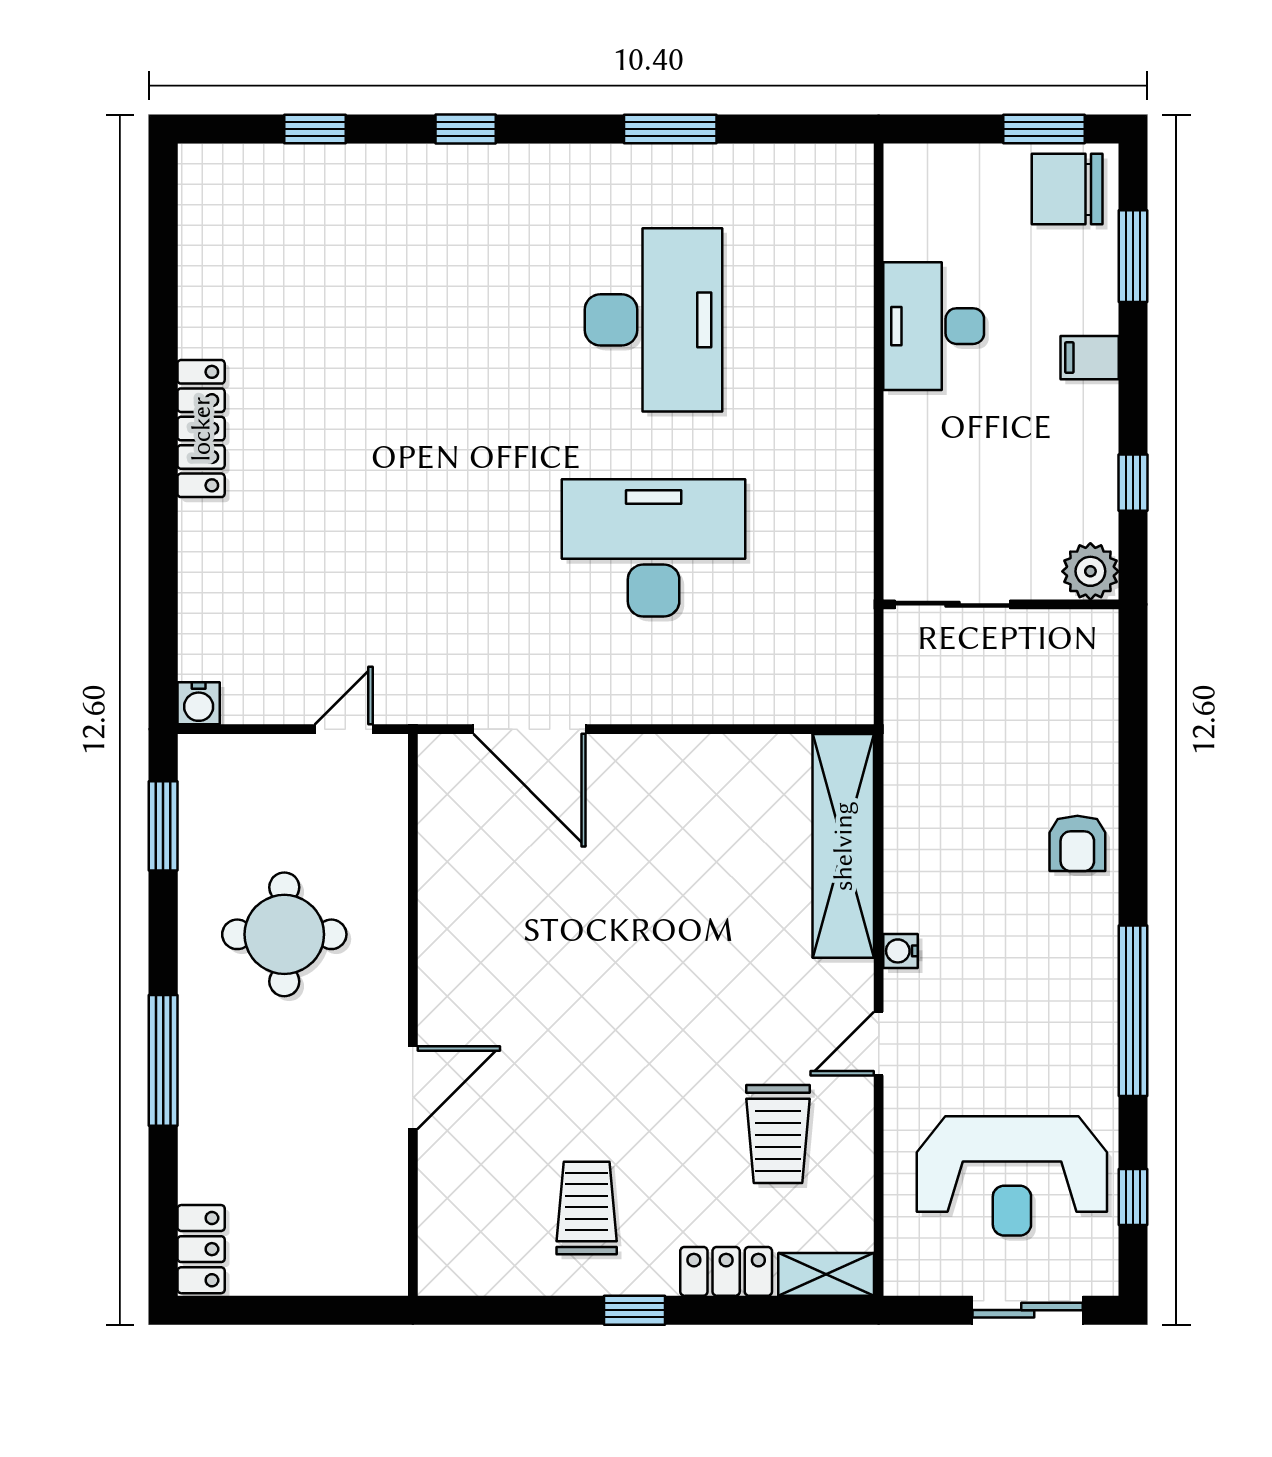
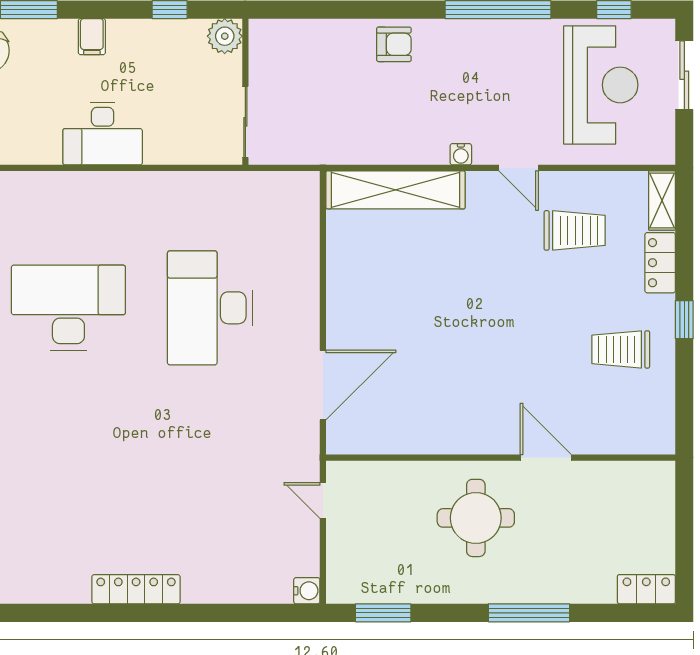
desk: (934, 326) -> (103, 134), moved
round table: (284, 934) -> (476, 518), moved

